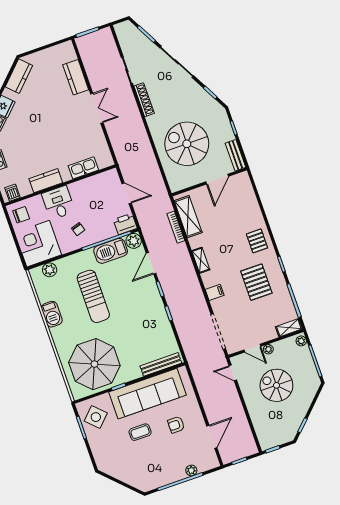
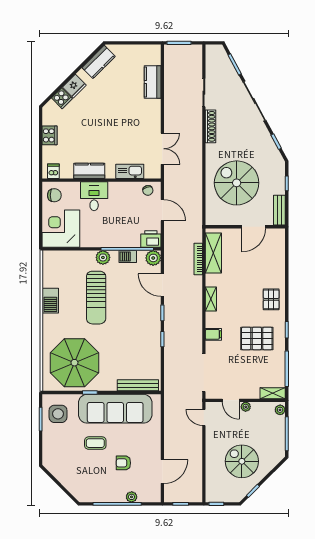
double door: (97, 108) -> (162, 149), moved
chair: (78, 229) -> (148, 190), moved
barbecue: (111, 251) -> (128, 257), width x0.53, depth x0.65
door: (151, 263) -> (162, 285), hinge flipped
plant: (50, 270) -> (103, 257), moved
pallet: (256, 282) -> (257, 338), turned 90
spiral stairs: (276, 385) -> (242, 461), moved
side table: (96, 417) -> (58, 414), turned 45
armchair: (176, 425) -> (123, 463), moved

